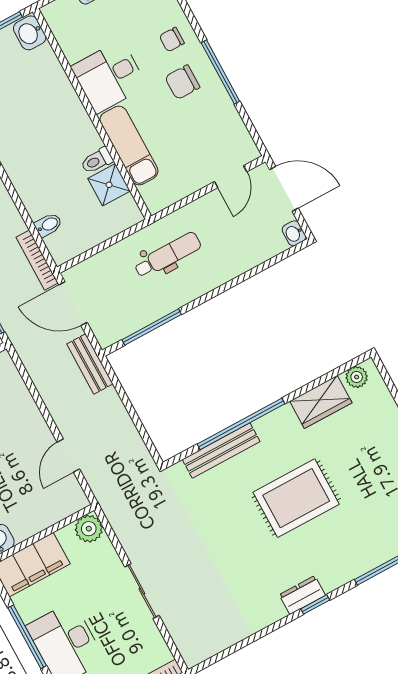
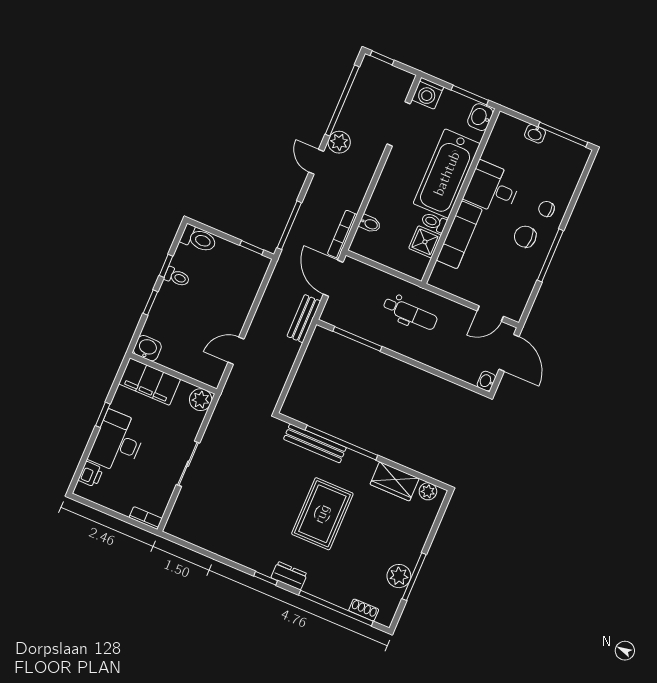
bathtub: (59, 110) -> (447, 174), added
rug: (296, 498) -> (322, 514), turned 90
dresser: (302, 595) -> (289, 576), moved
window: (27, 637) -> (103, 415), width x0.46

